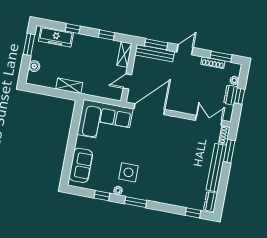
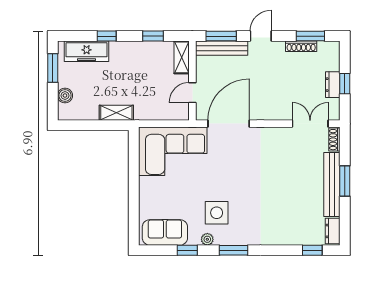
plant: (234, 80) -> (334, 64), removed
window: (229, 151) -> (345, 181), moved
sofa: (81, 165) -> (165, 232), moved, turned -90

